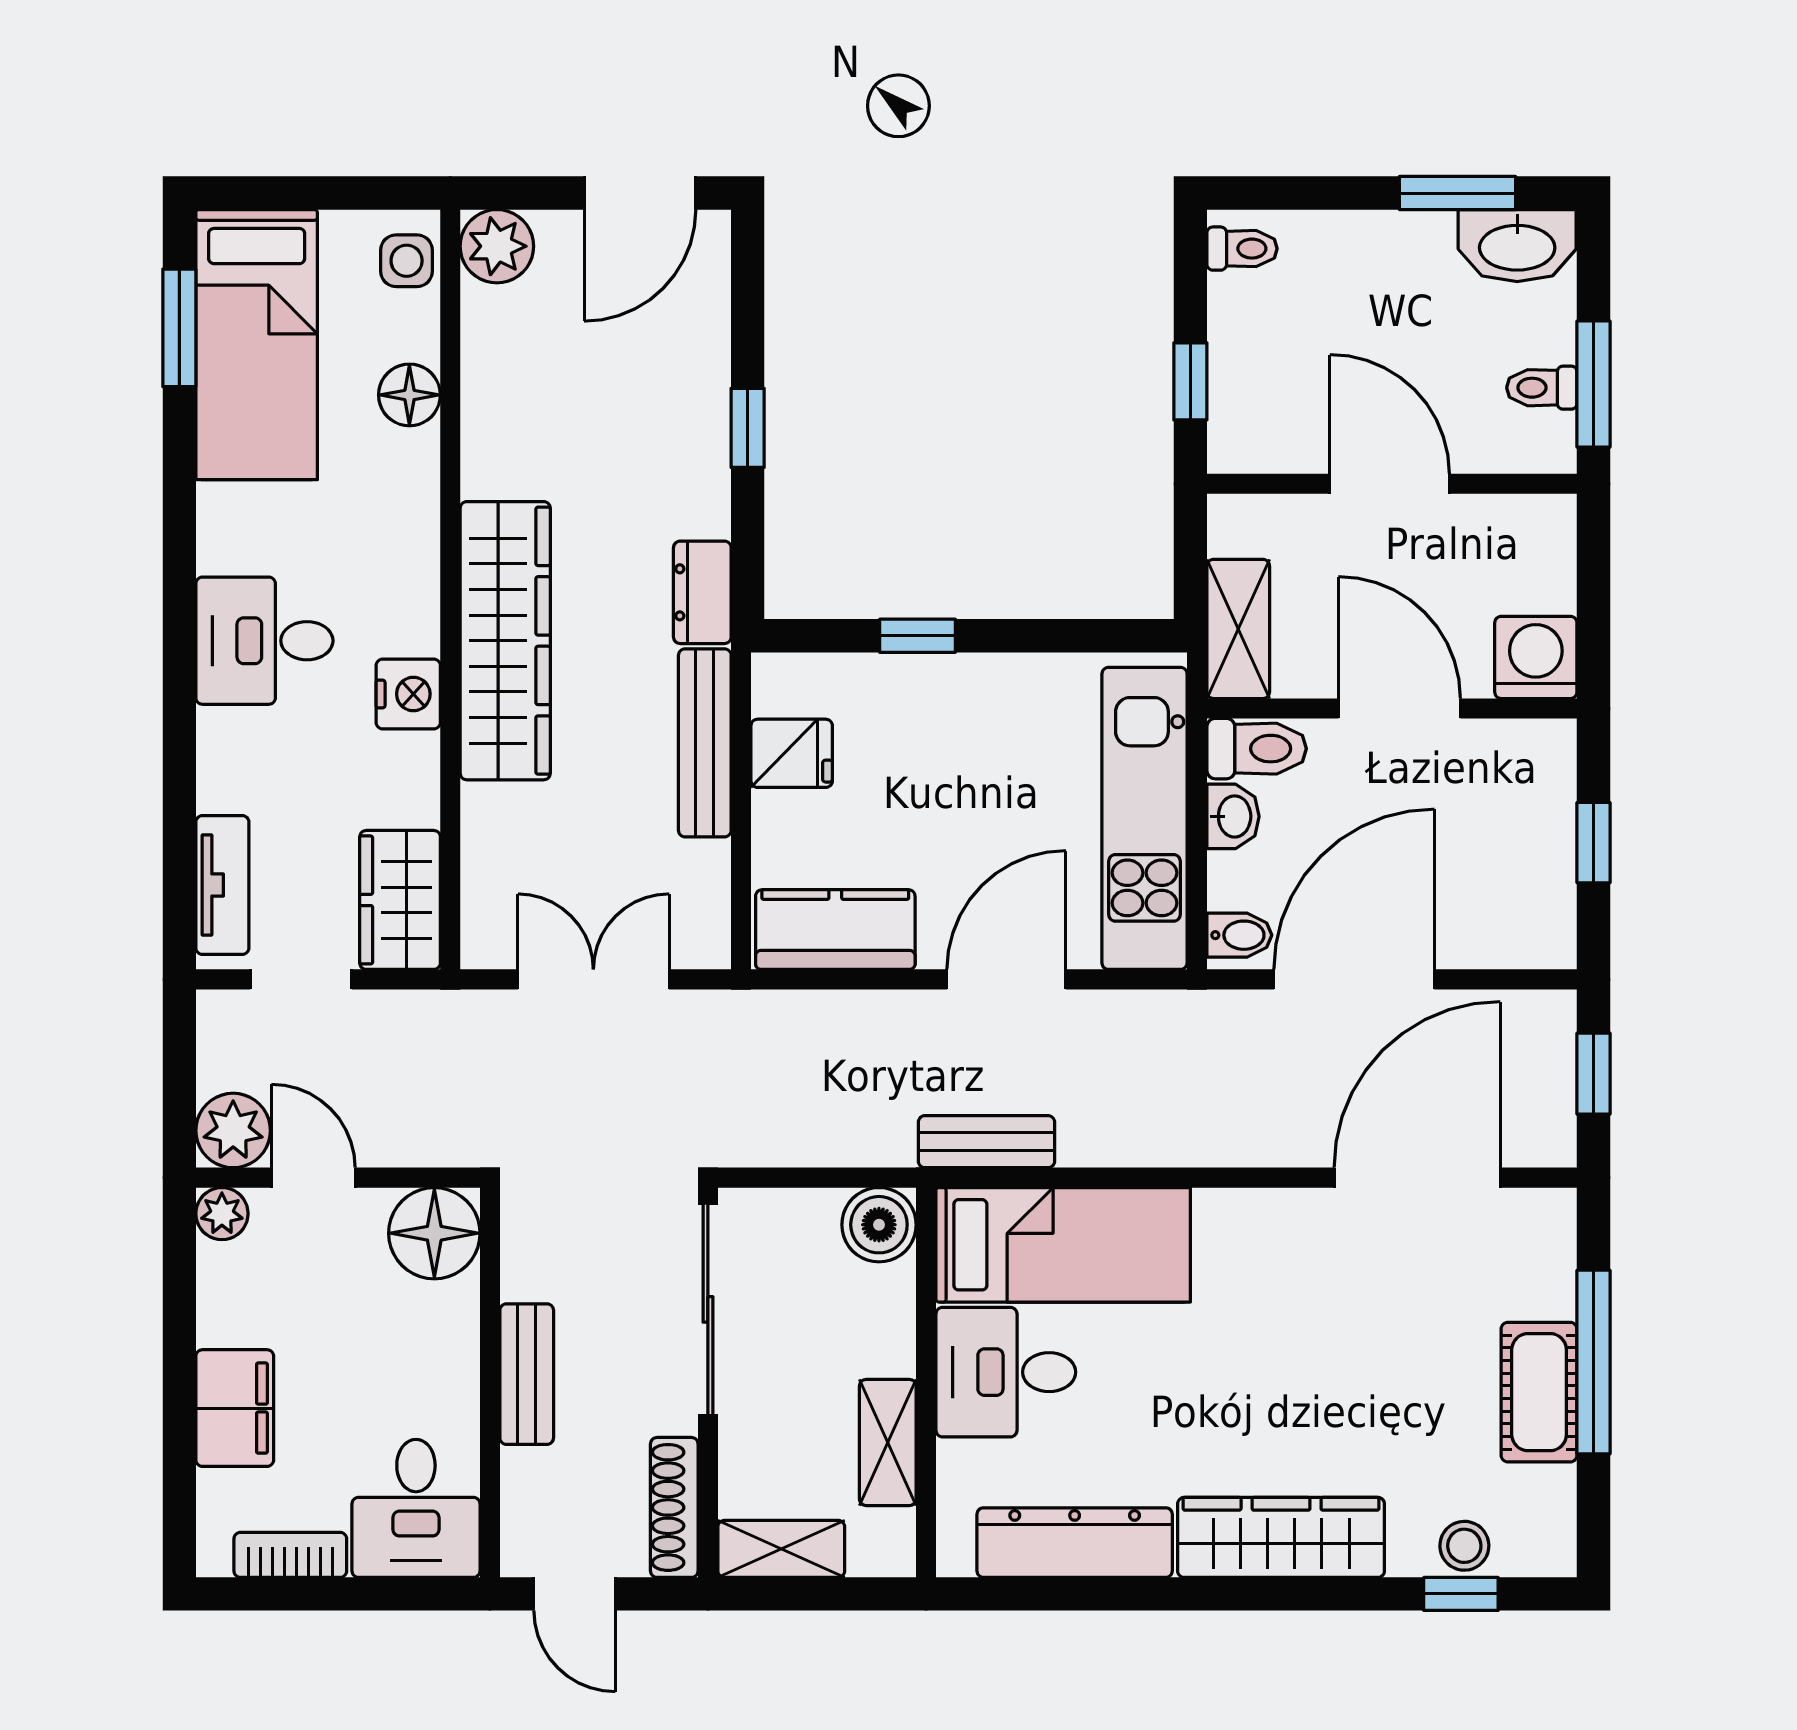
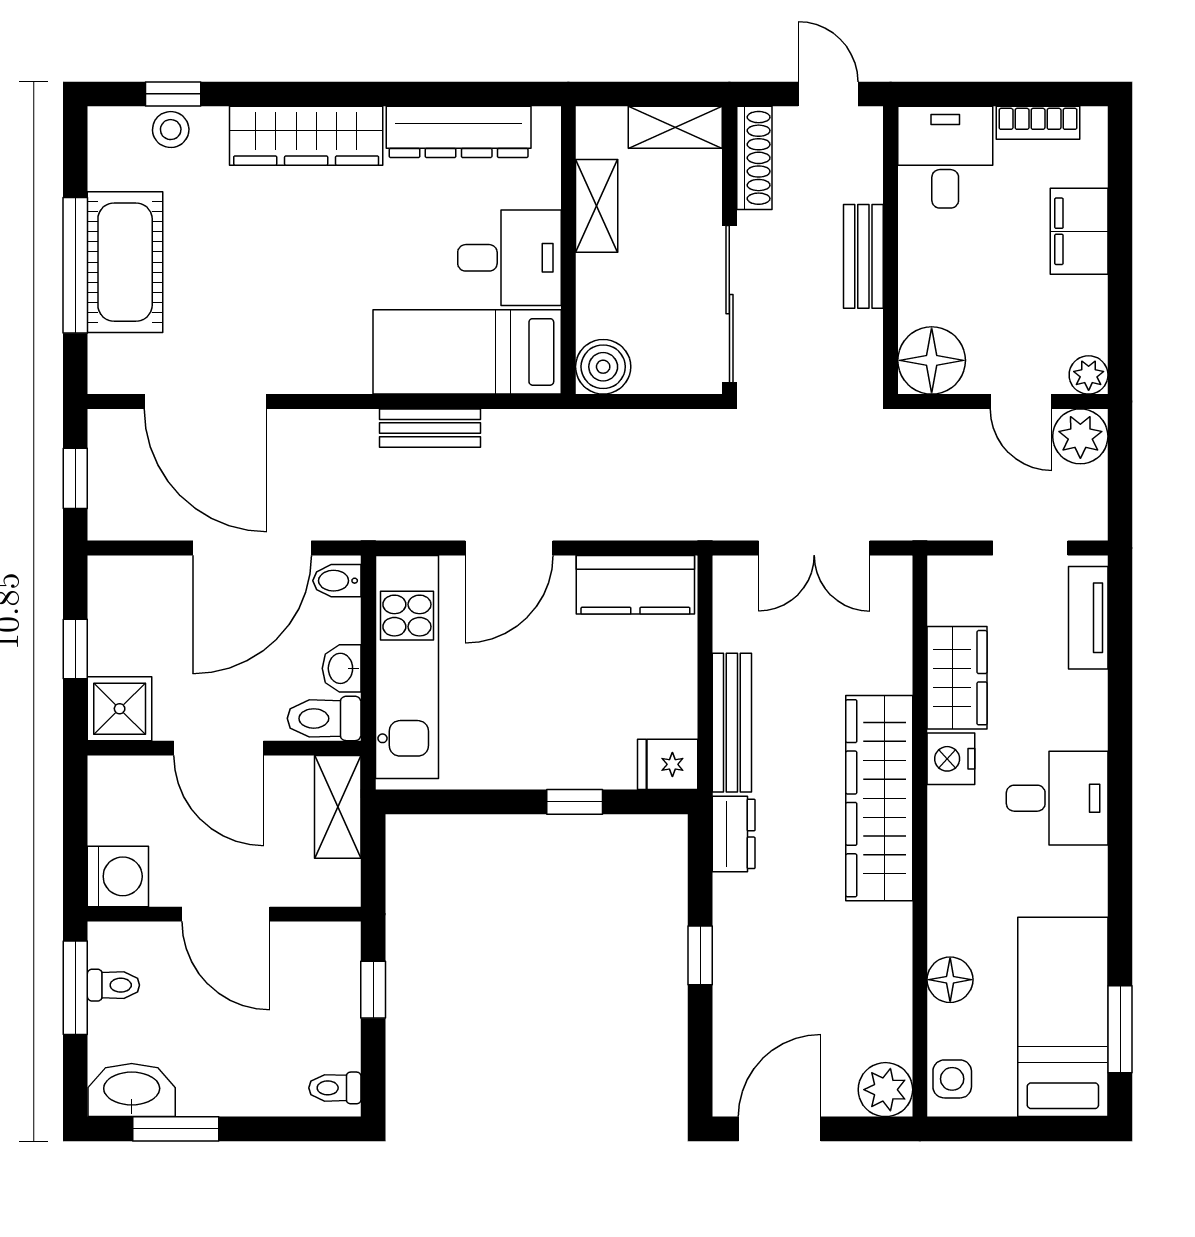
washing machine: (1536, 657) -> (118, 876), moved, turned -90
fridge: (792, 753) -> (668, 764), moved
shower: (1534, 762) -> (120, 709), added
wardrobe: (400, 900) -> (957, 678), moved
bench: (986, 1142) -> (430, 428), moved
door: (1417, 1178) -> (206, 402), hinge flipped
cot: (1539, 1392) -> (125, 262), width x1.37, depth x1.34

